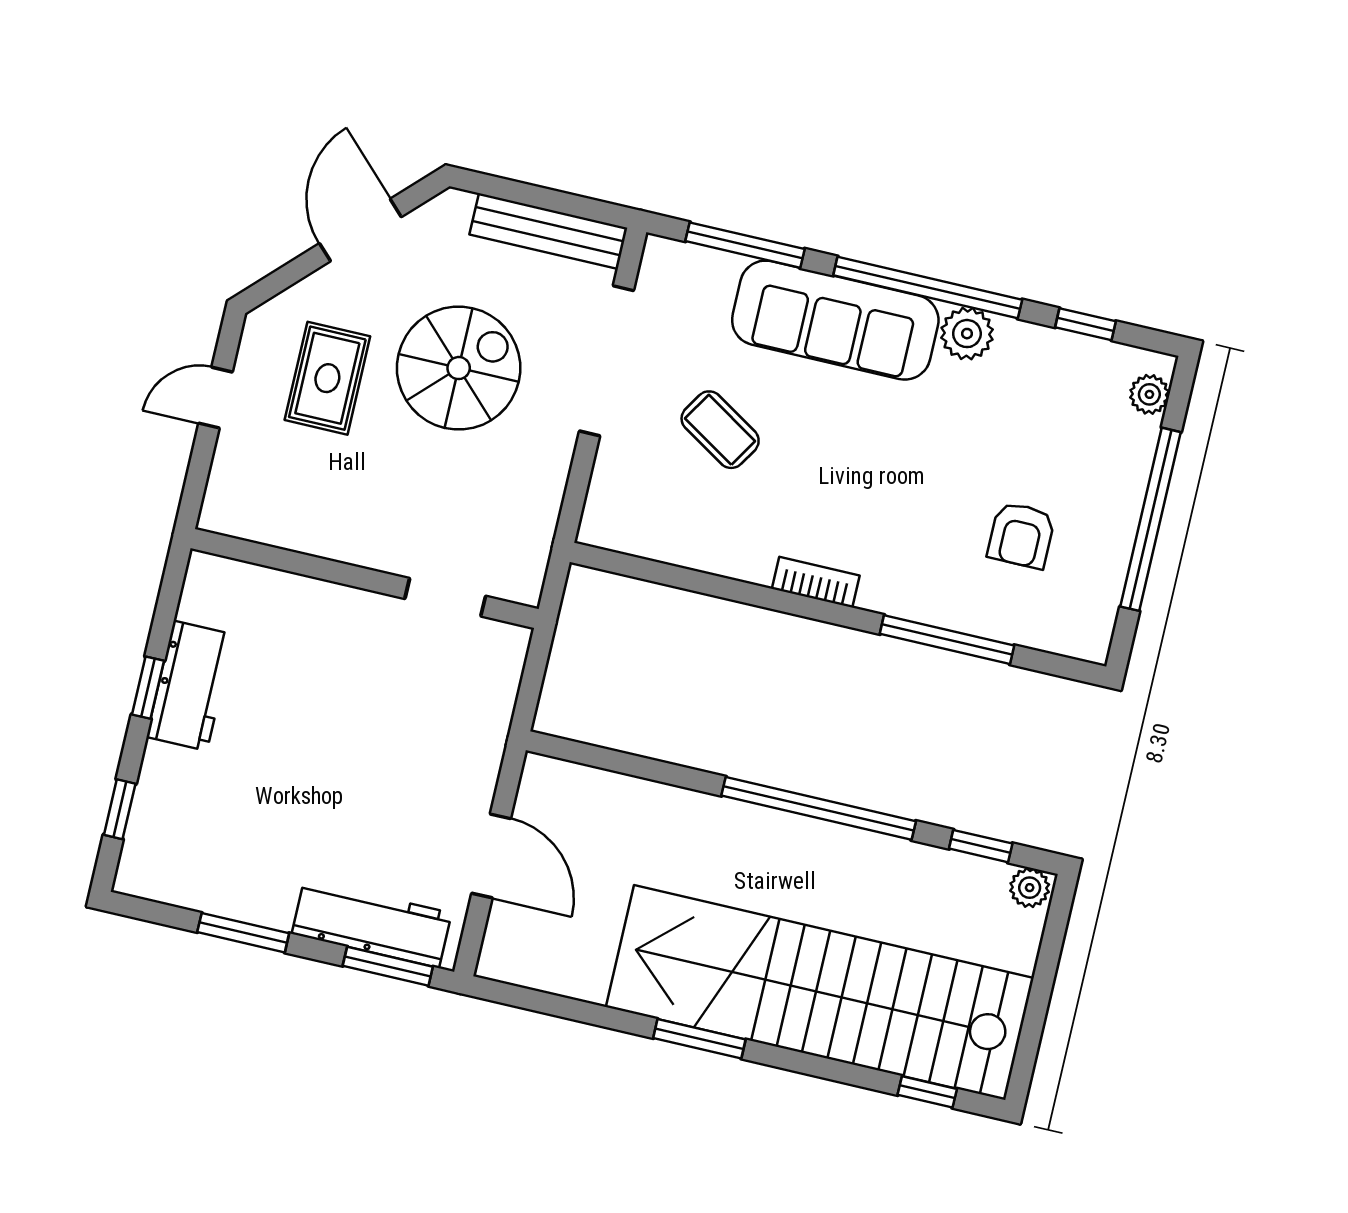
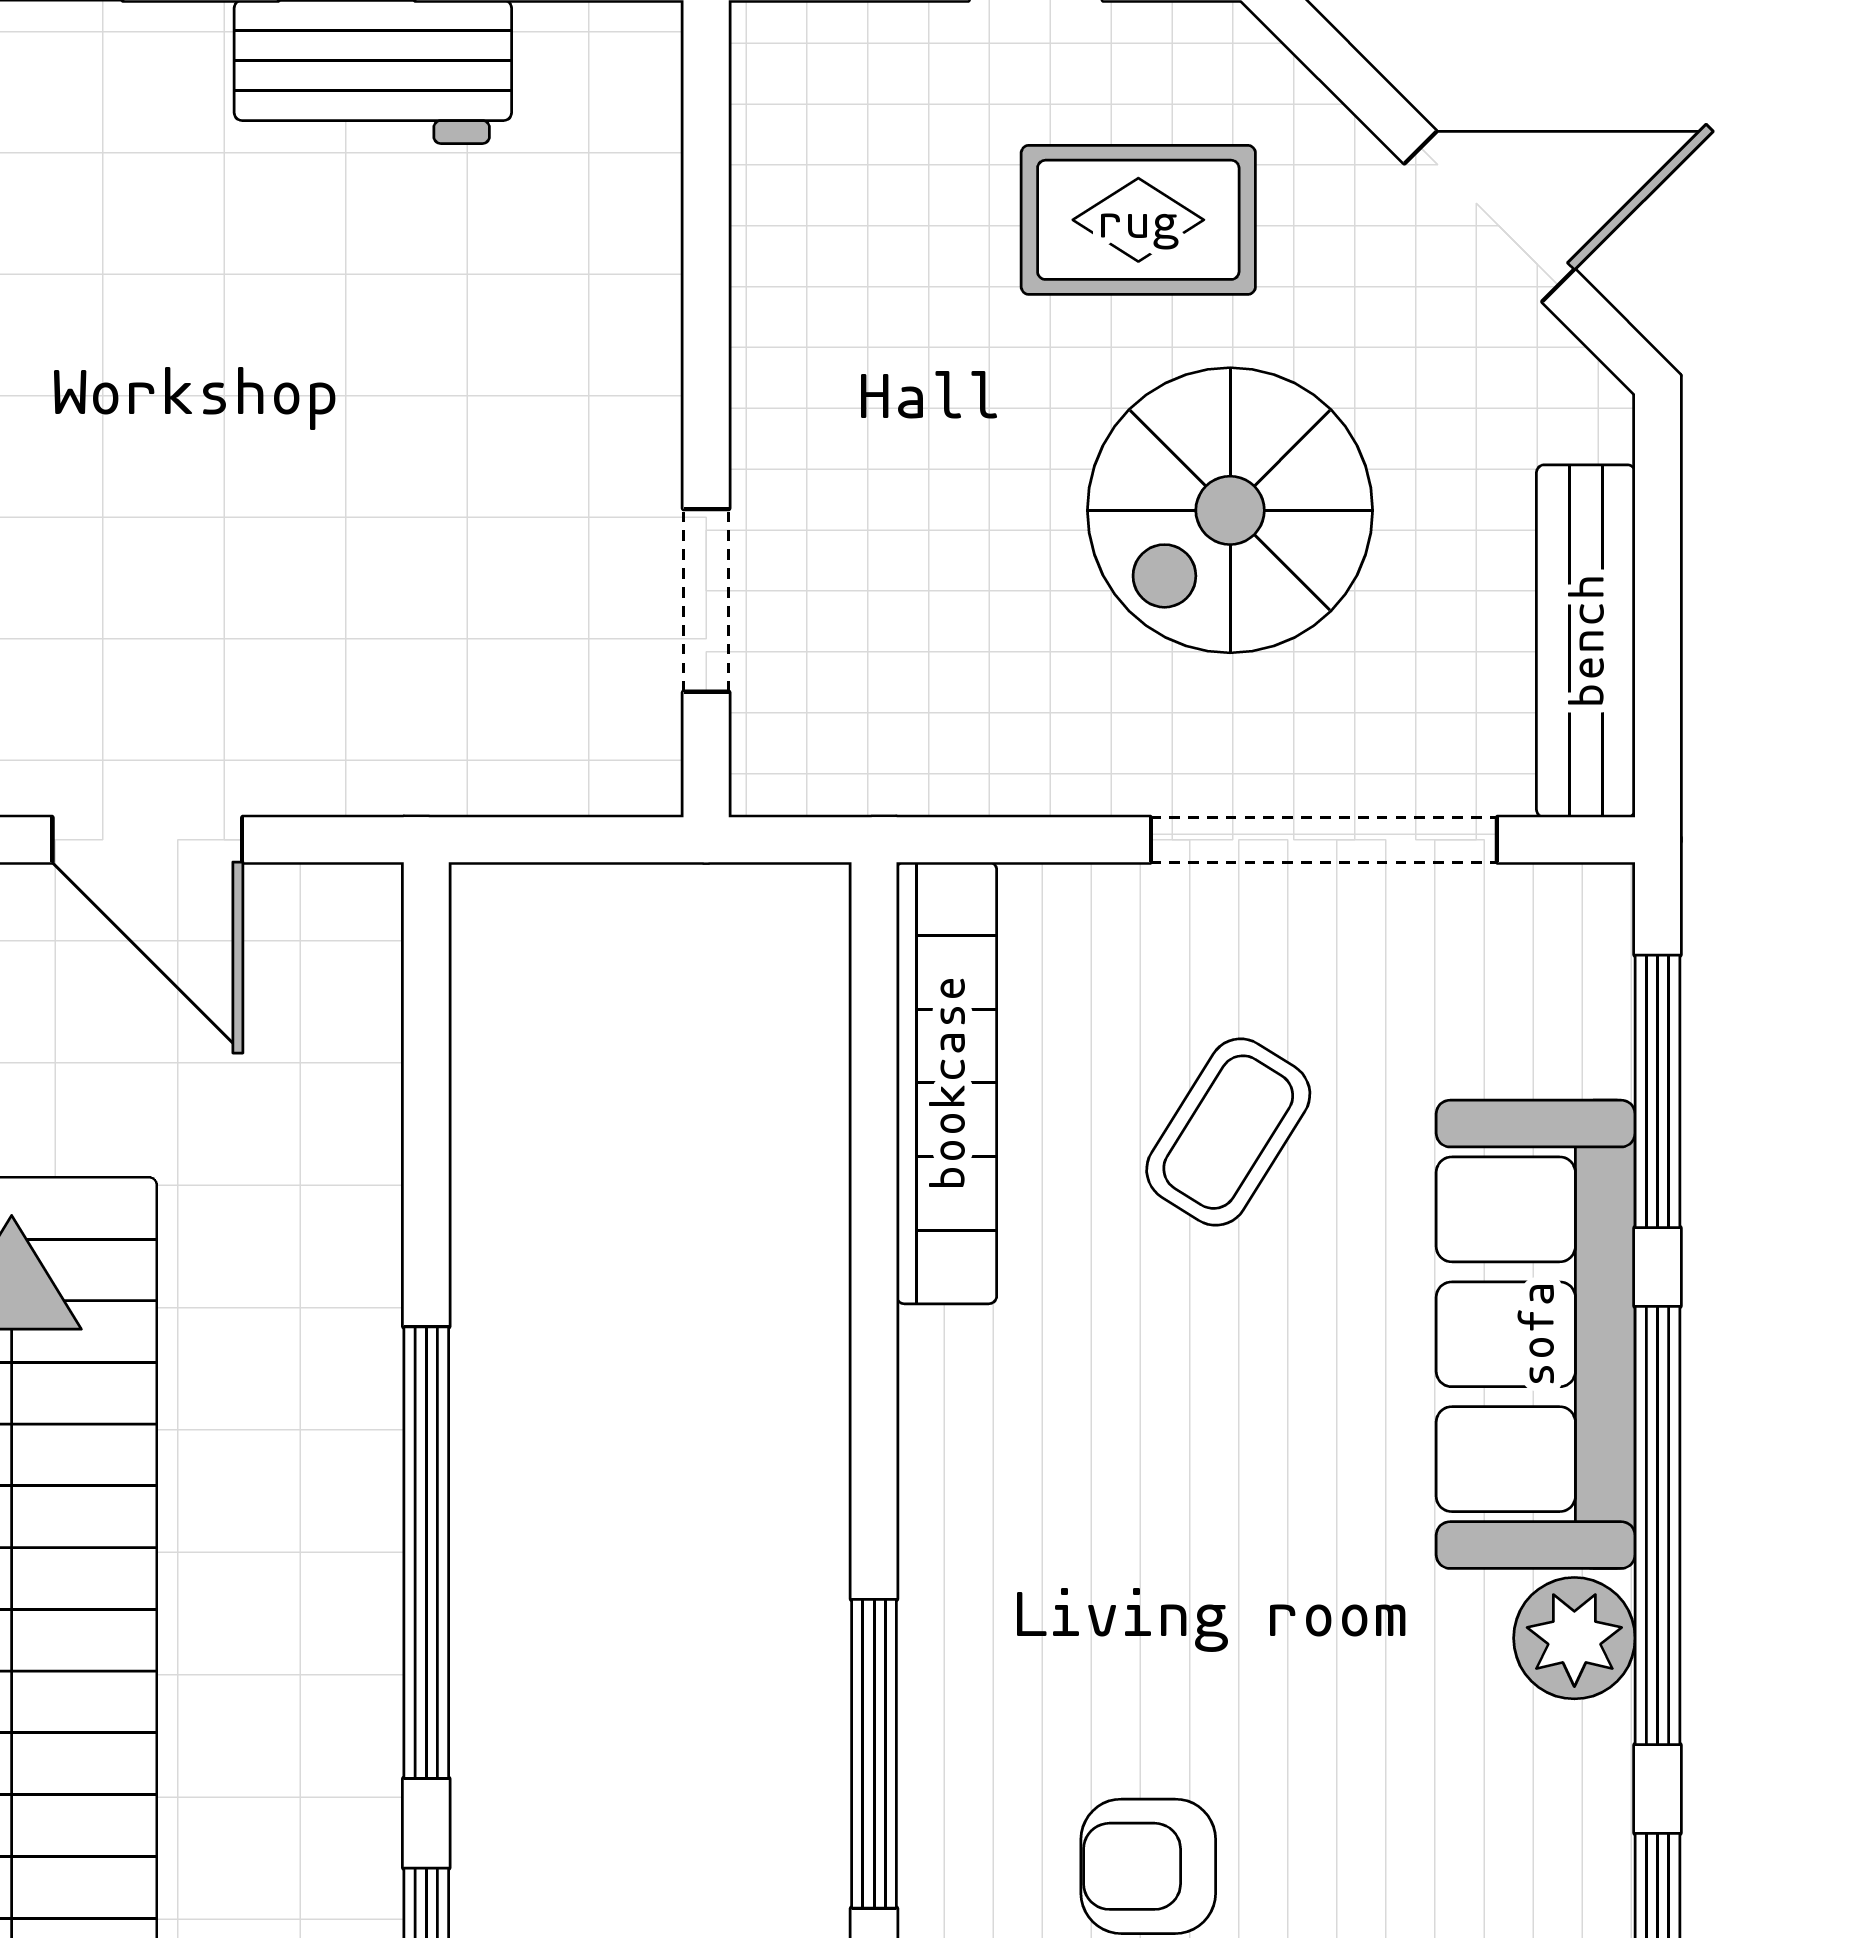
spiral stairs: (459, 368) -> (1230, 510), turned 90
bookcase: (816, 582) -> (947, 1083), moved, width x2.31, depth x1.31
door: (491, 856) -> (147, 840), hinge flipped

